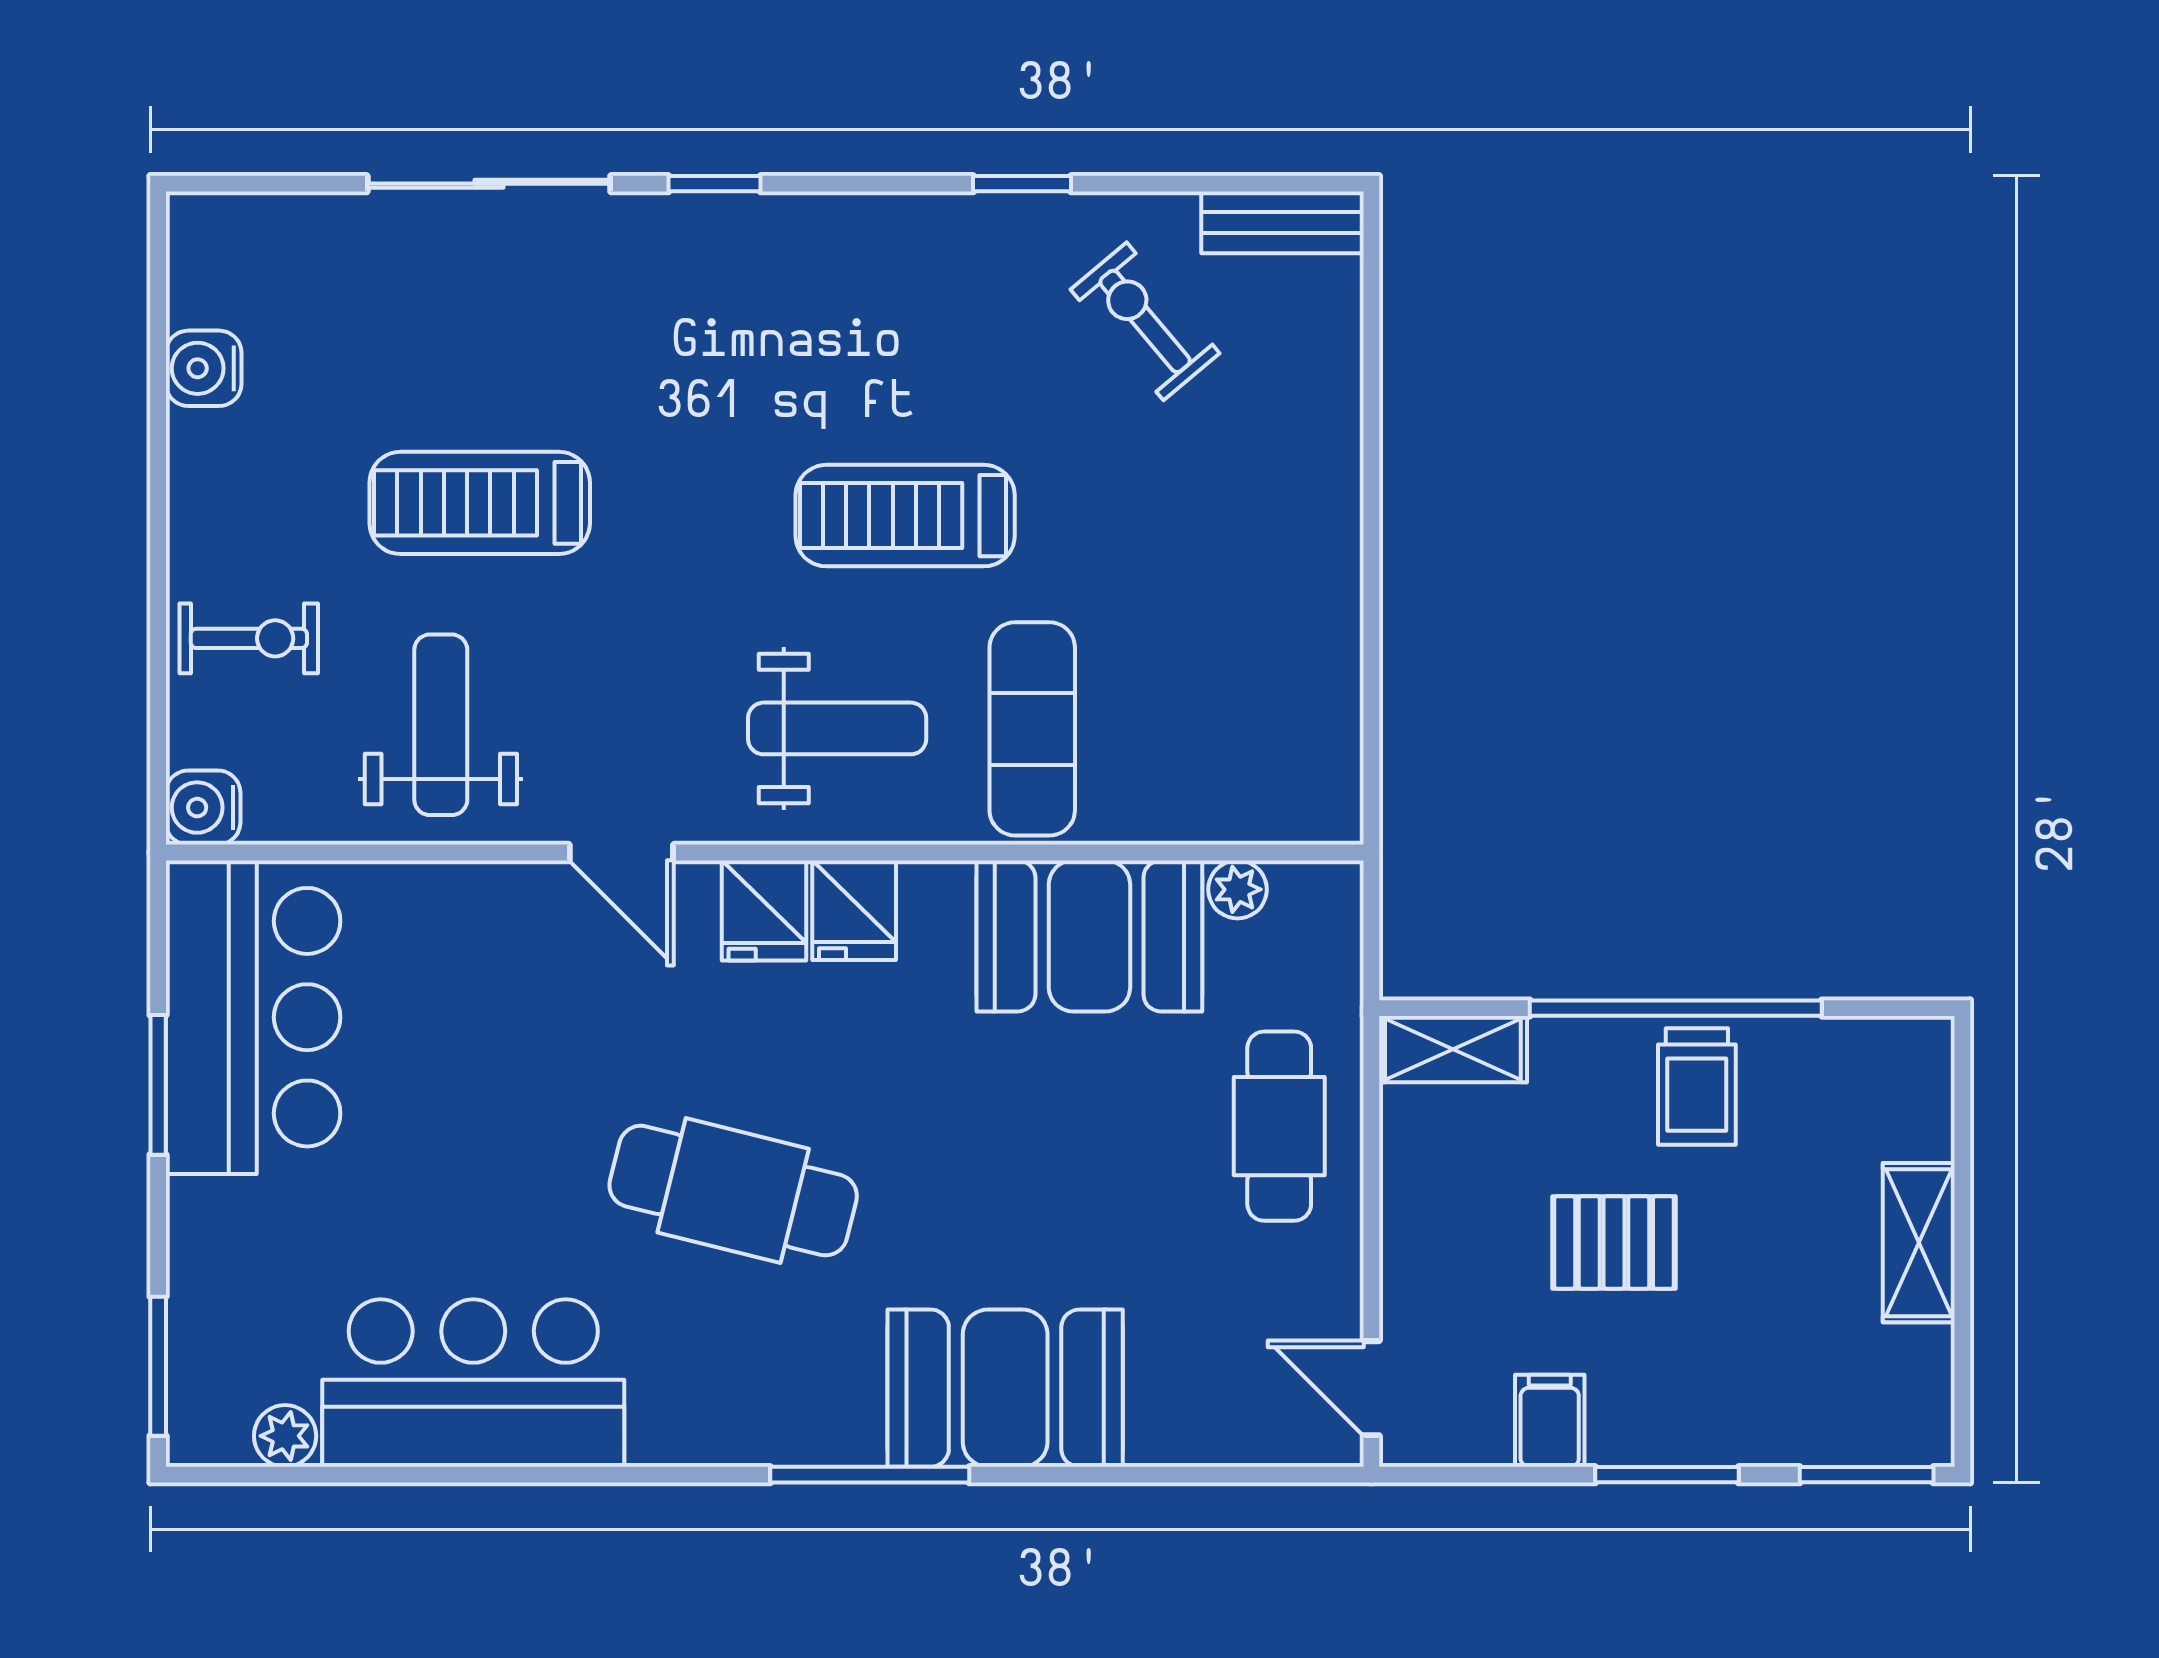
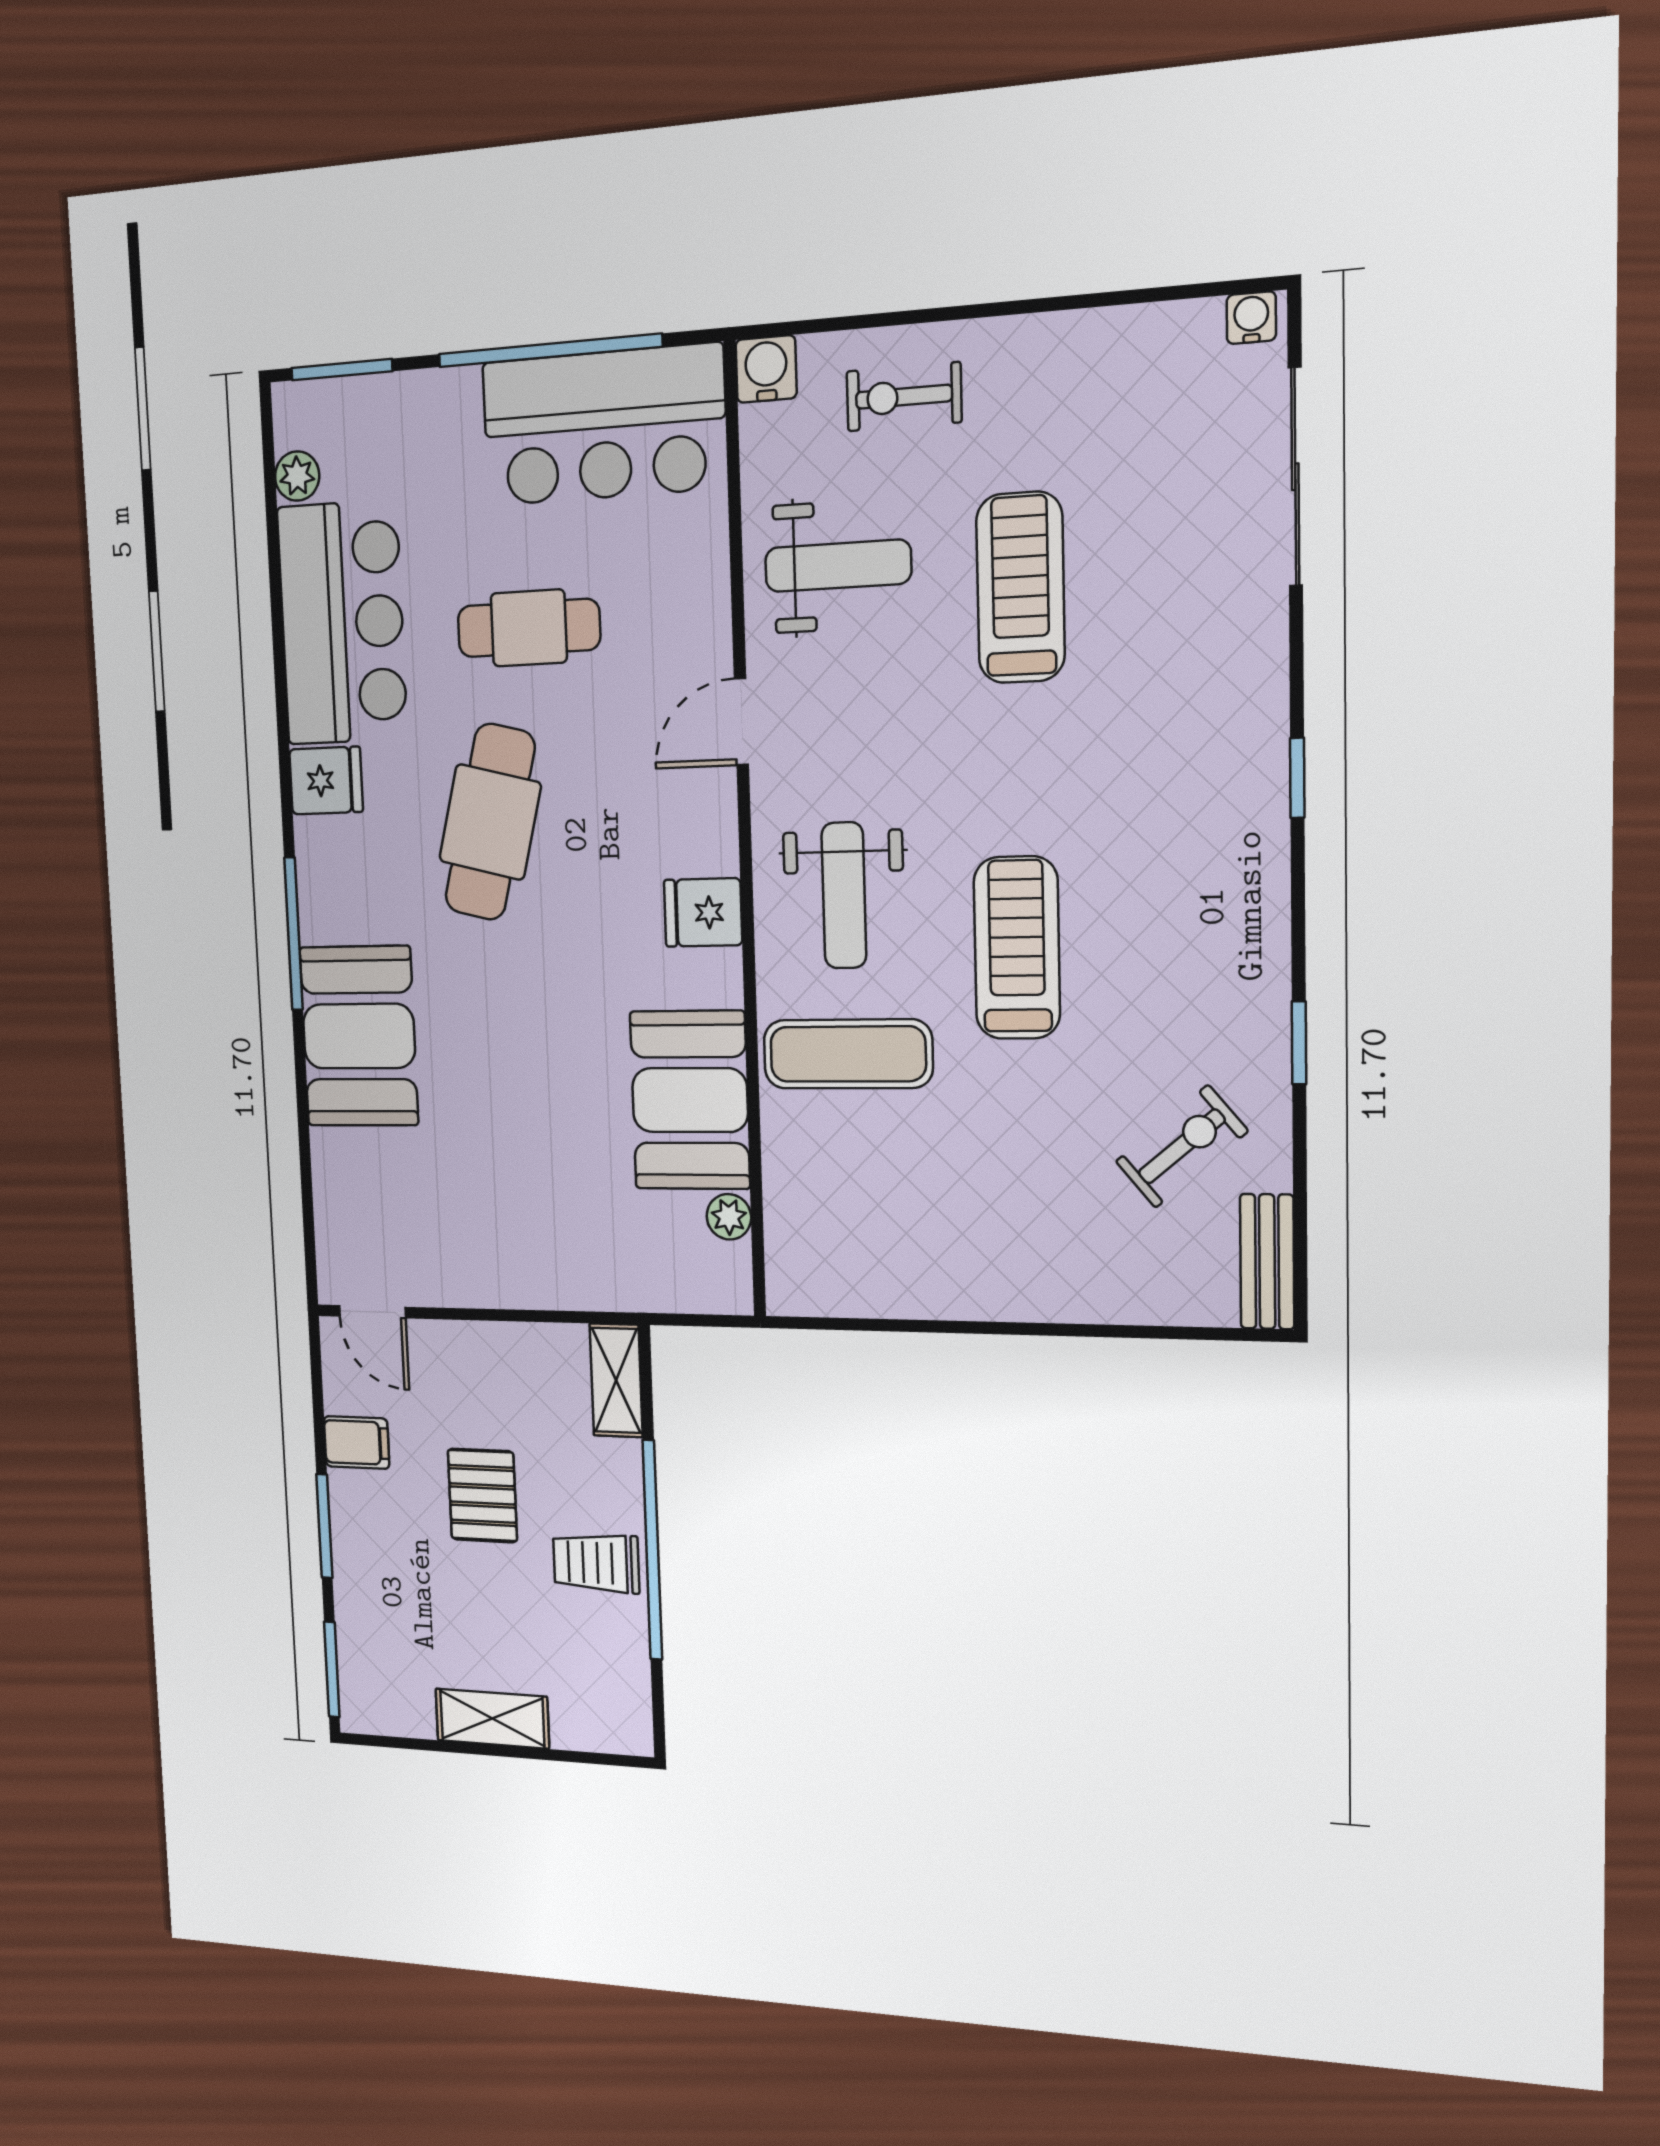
sliding door: (489, 184) -> (1295, 477), moved
water cooler: (204, 368) -> (1251, 318), moved, width x0.72, depth x0.72
exercise bike: (249, 638) -> (904, 397), turned 90
fridge: (764, 910) -> (326, 781), moved, turned 180
window: (158, 1085) -> (549, 350), width x2.11
cafe table: (1279, 1126) -> (529, 628), moved
door: (1371, 1388) -> (372, 1312), swing flipped

